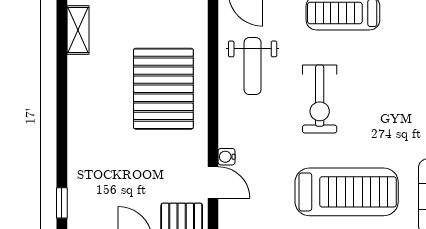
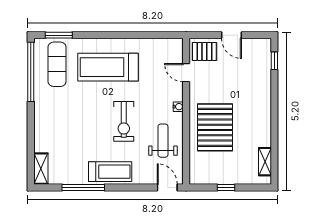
exercise bike: (320, 99) -> (124, 121), turned 180
water cooler: (227, 157) -> (178, 107), moved

